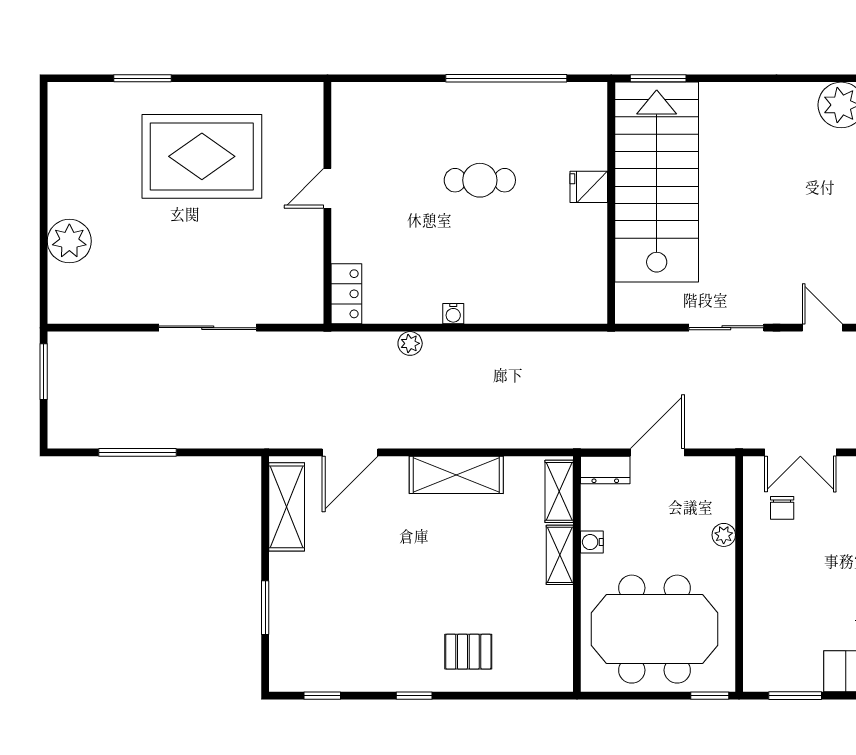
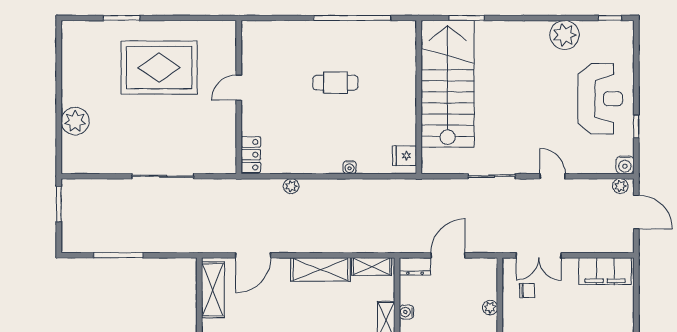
window: (658, 78) -> (467, 18), moved
fridge: (589, 187) -> (404, 156), moved
water cooler: (453, 314) -> (350, 167), moved
shelving: (559, 491) -> (372, 267), moved, turned 90
chair: (782, 508) -> (527, 290), turned -90

